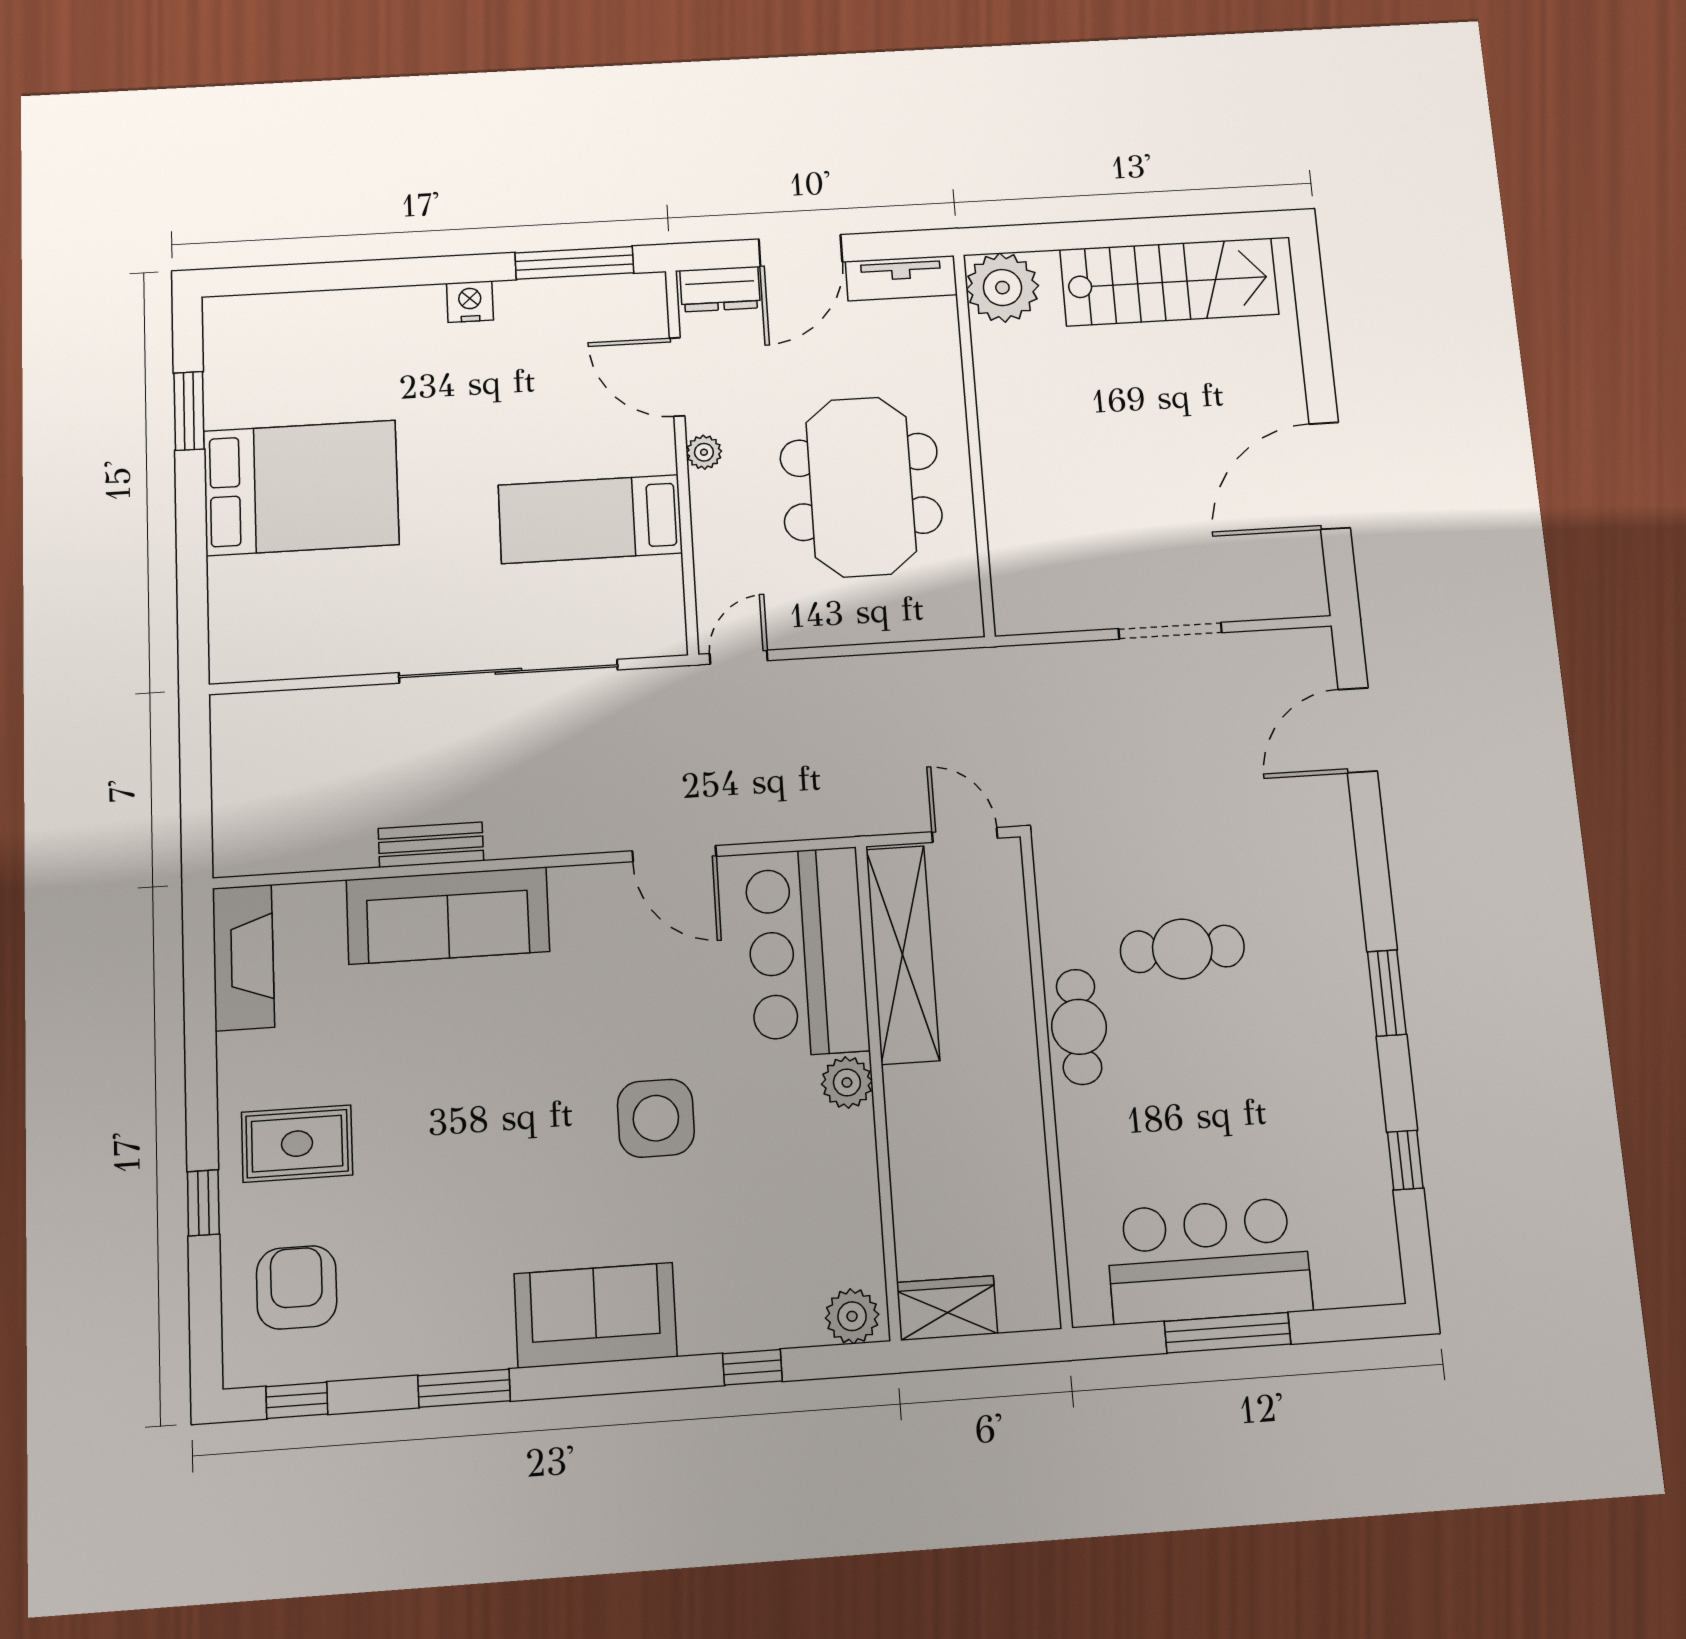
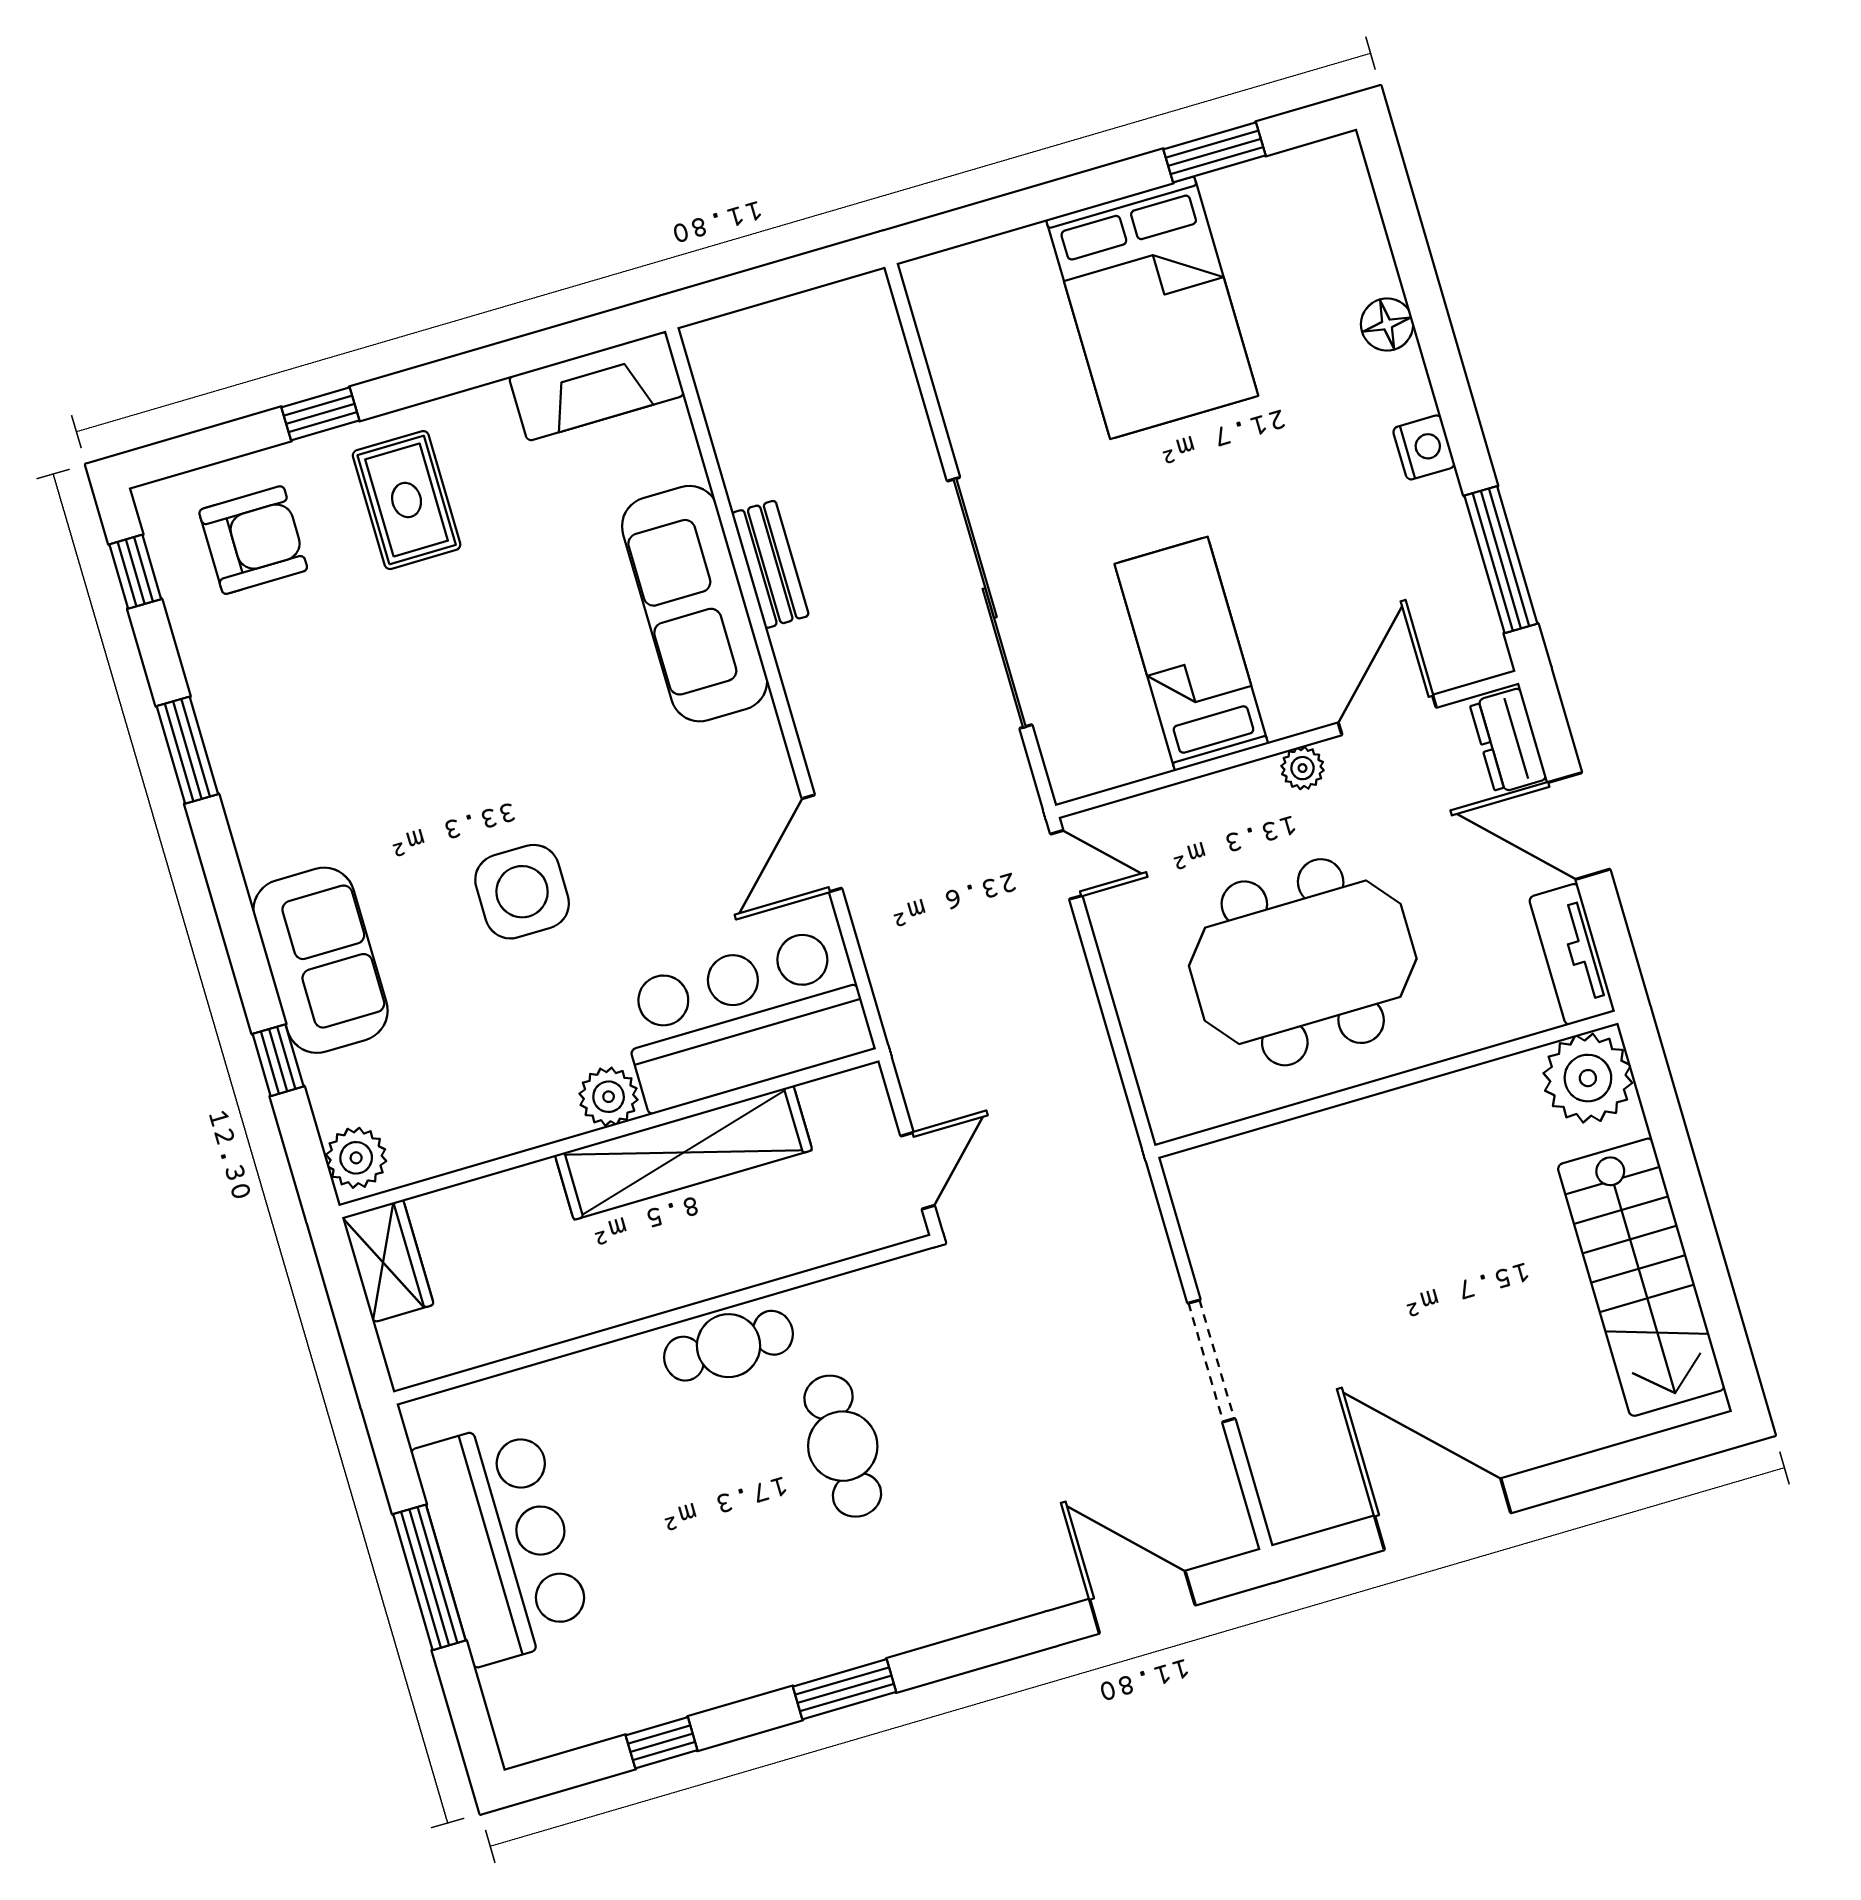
floor lamp: (364, 308) -> (1387, 325), added
shelving: (903, 954) -> (684, 1153), moved
sofa: (595, 1315) -> (320, 960), moved

